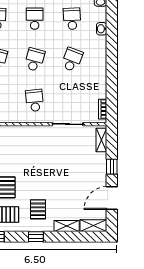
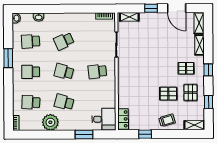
school desk: (72, 60) -> (64, 41), turned -45

